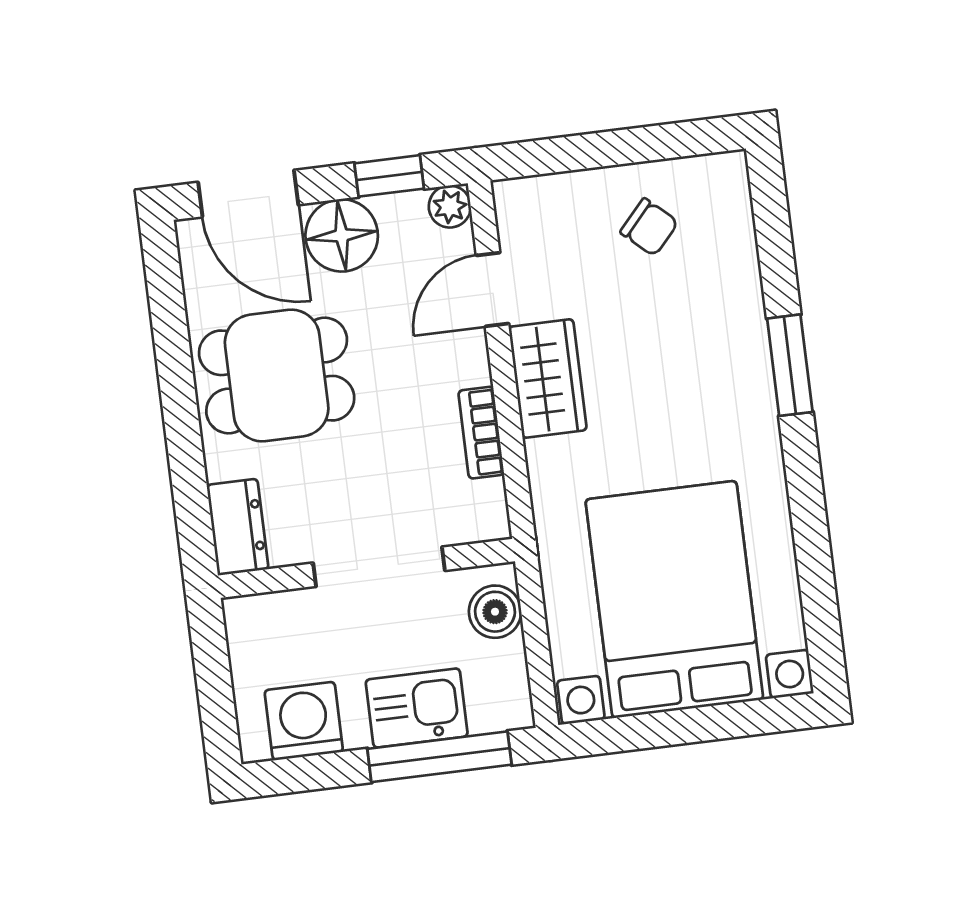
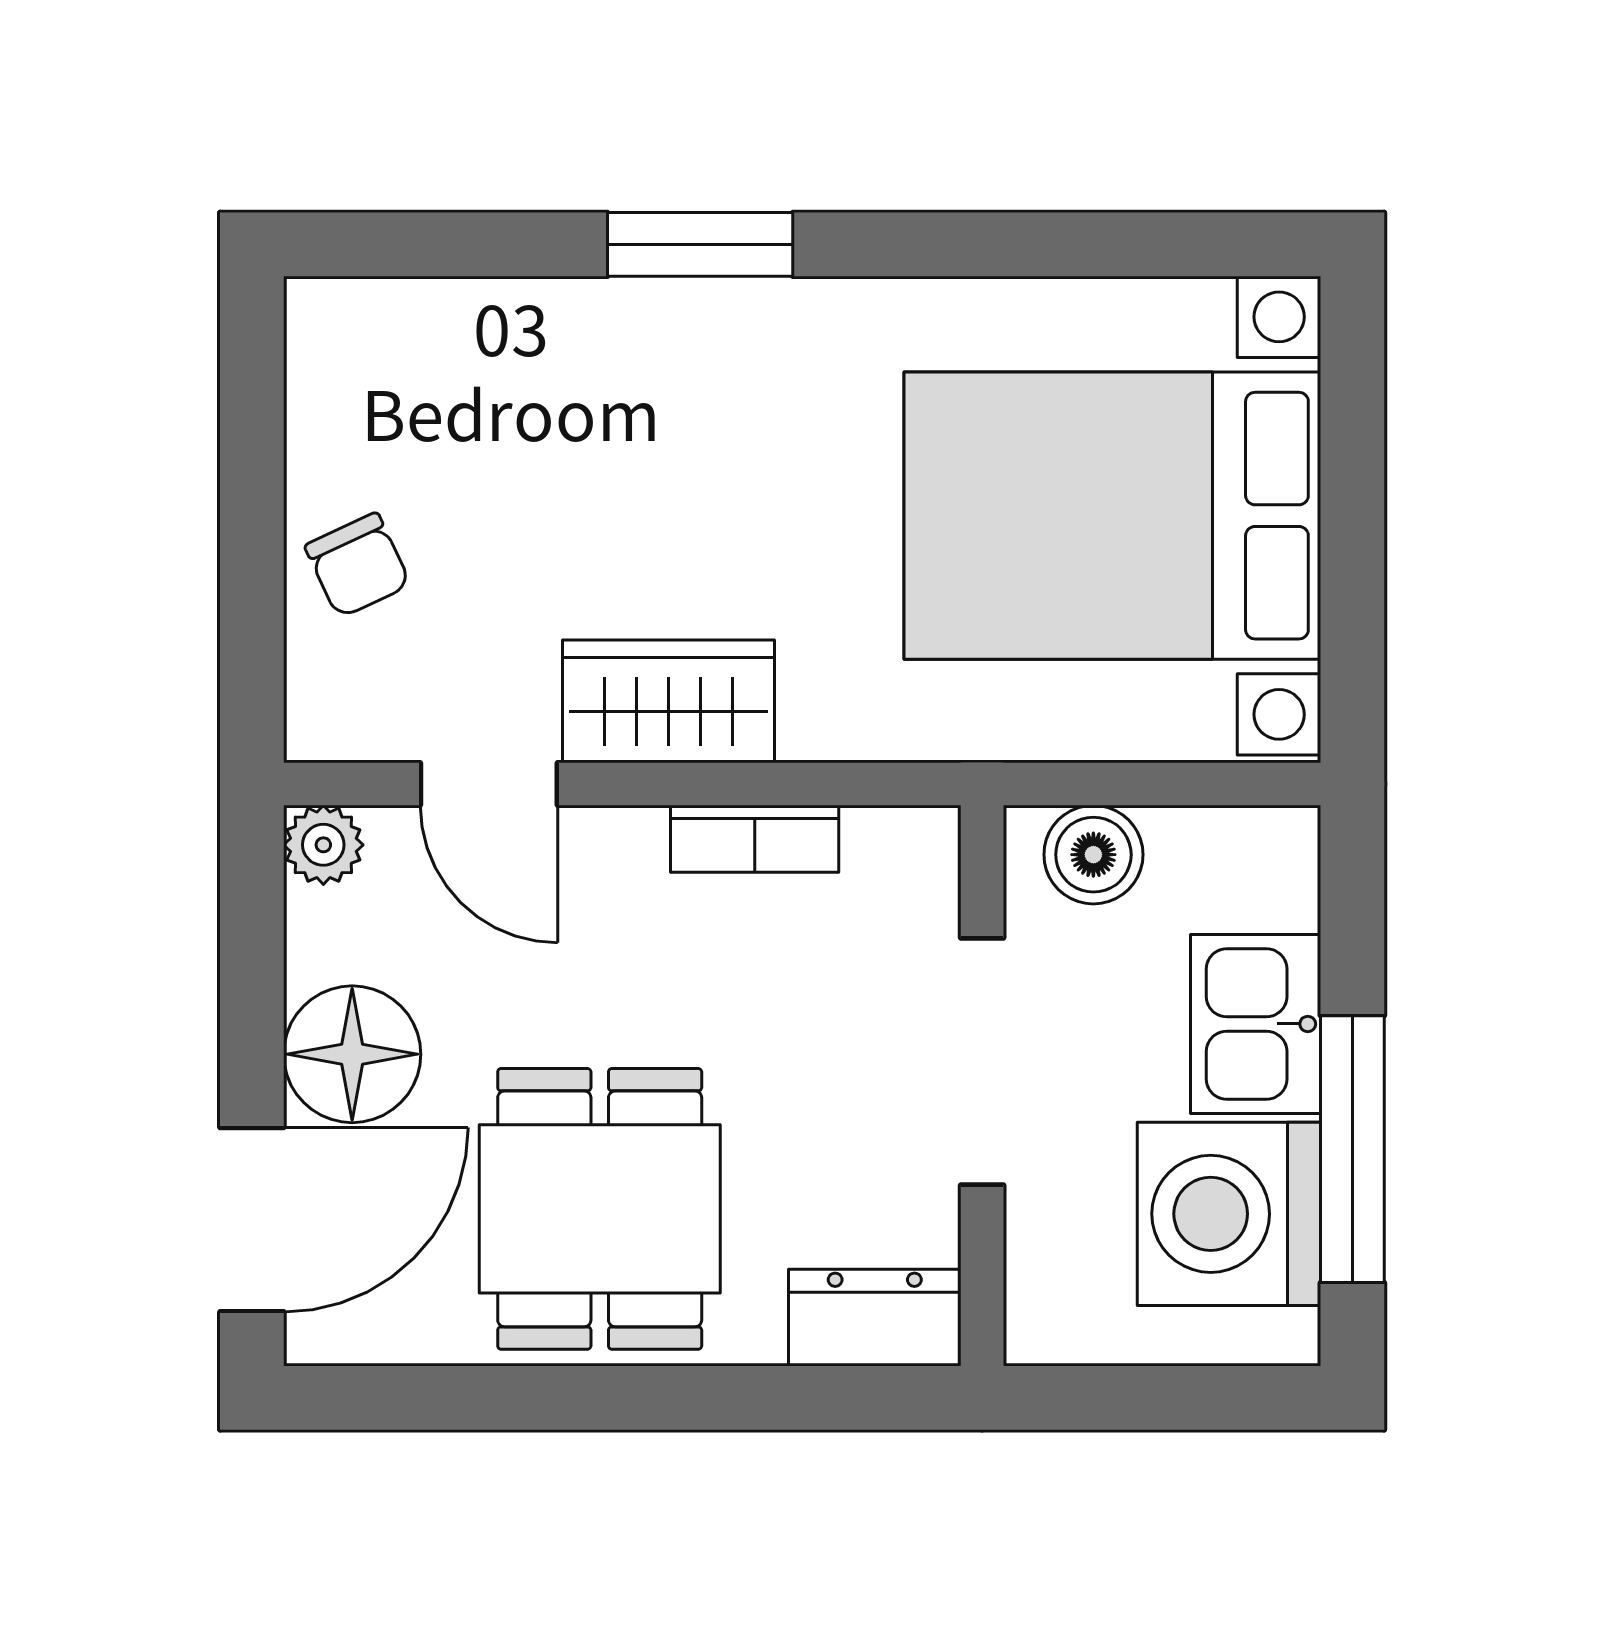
window: (389, 176) -> (252, 951), removed
chair: (649, 227) -> (358, 565), moved, turned 113
washing machine: (304, 721) -> (1229, 1214), width x1.37, depth x1.37
window: (439, 757) -> (1352, 1149), moved

